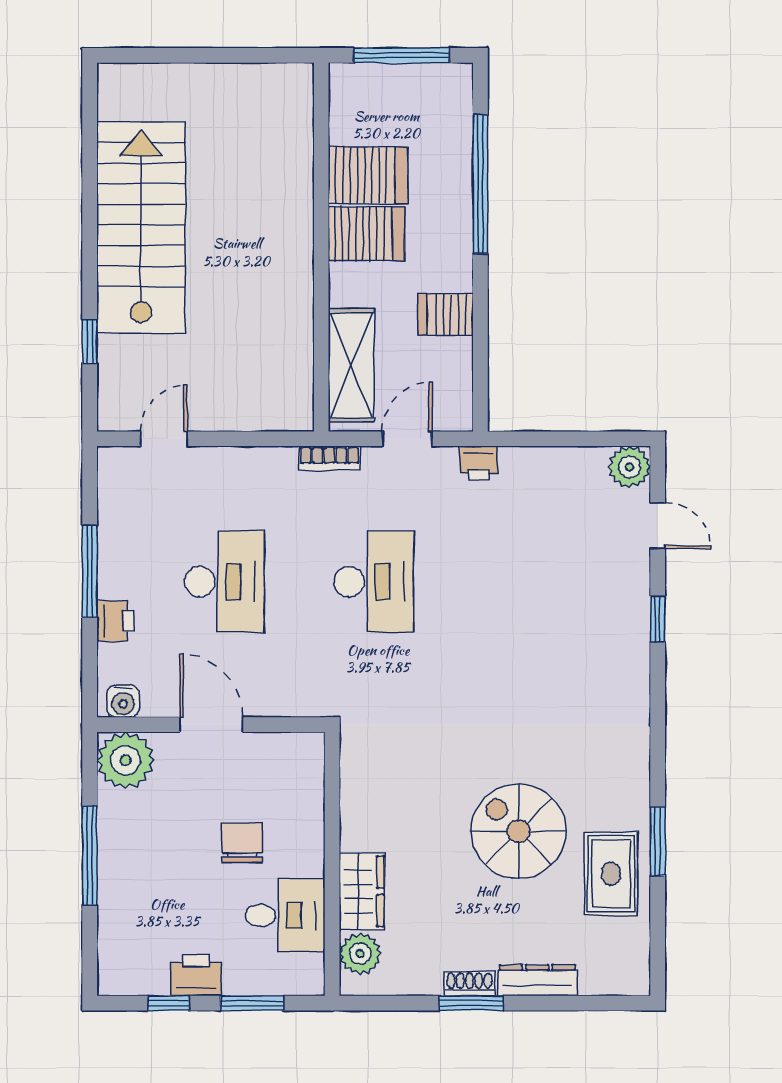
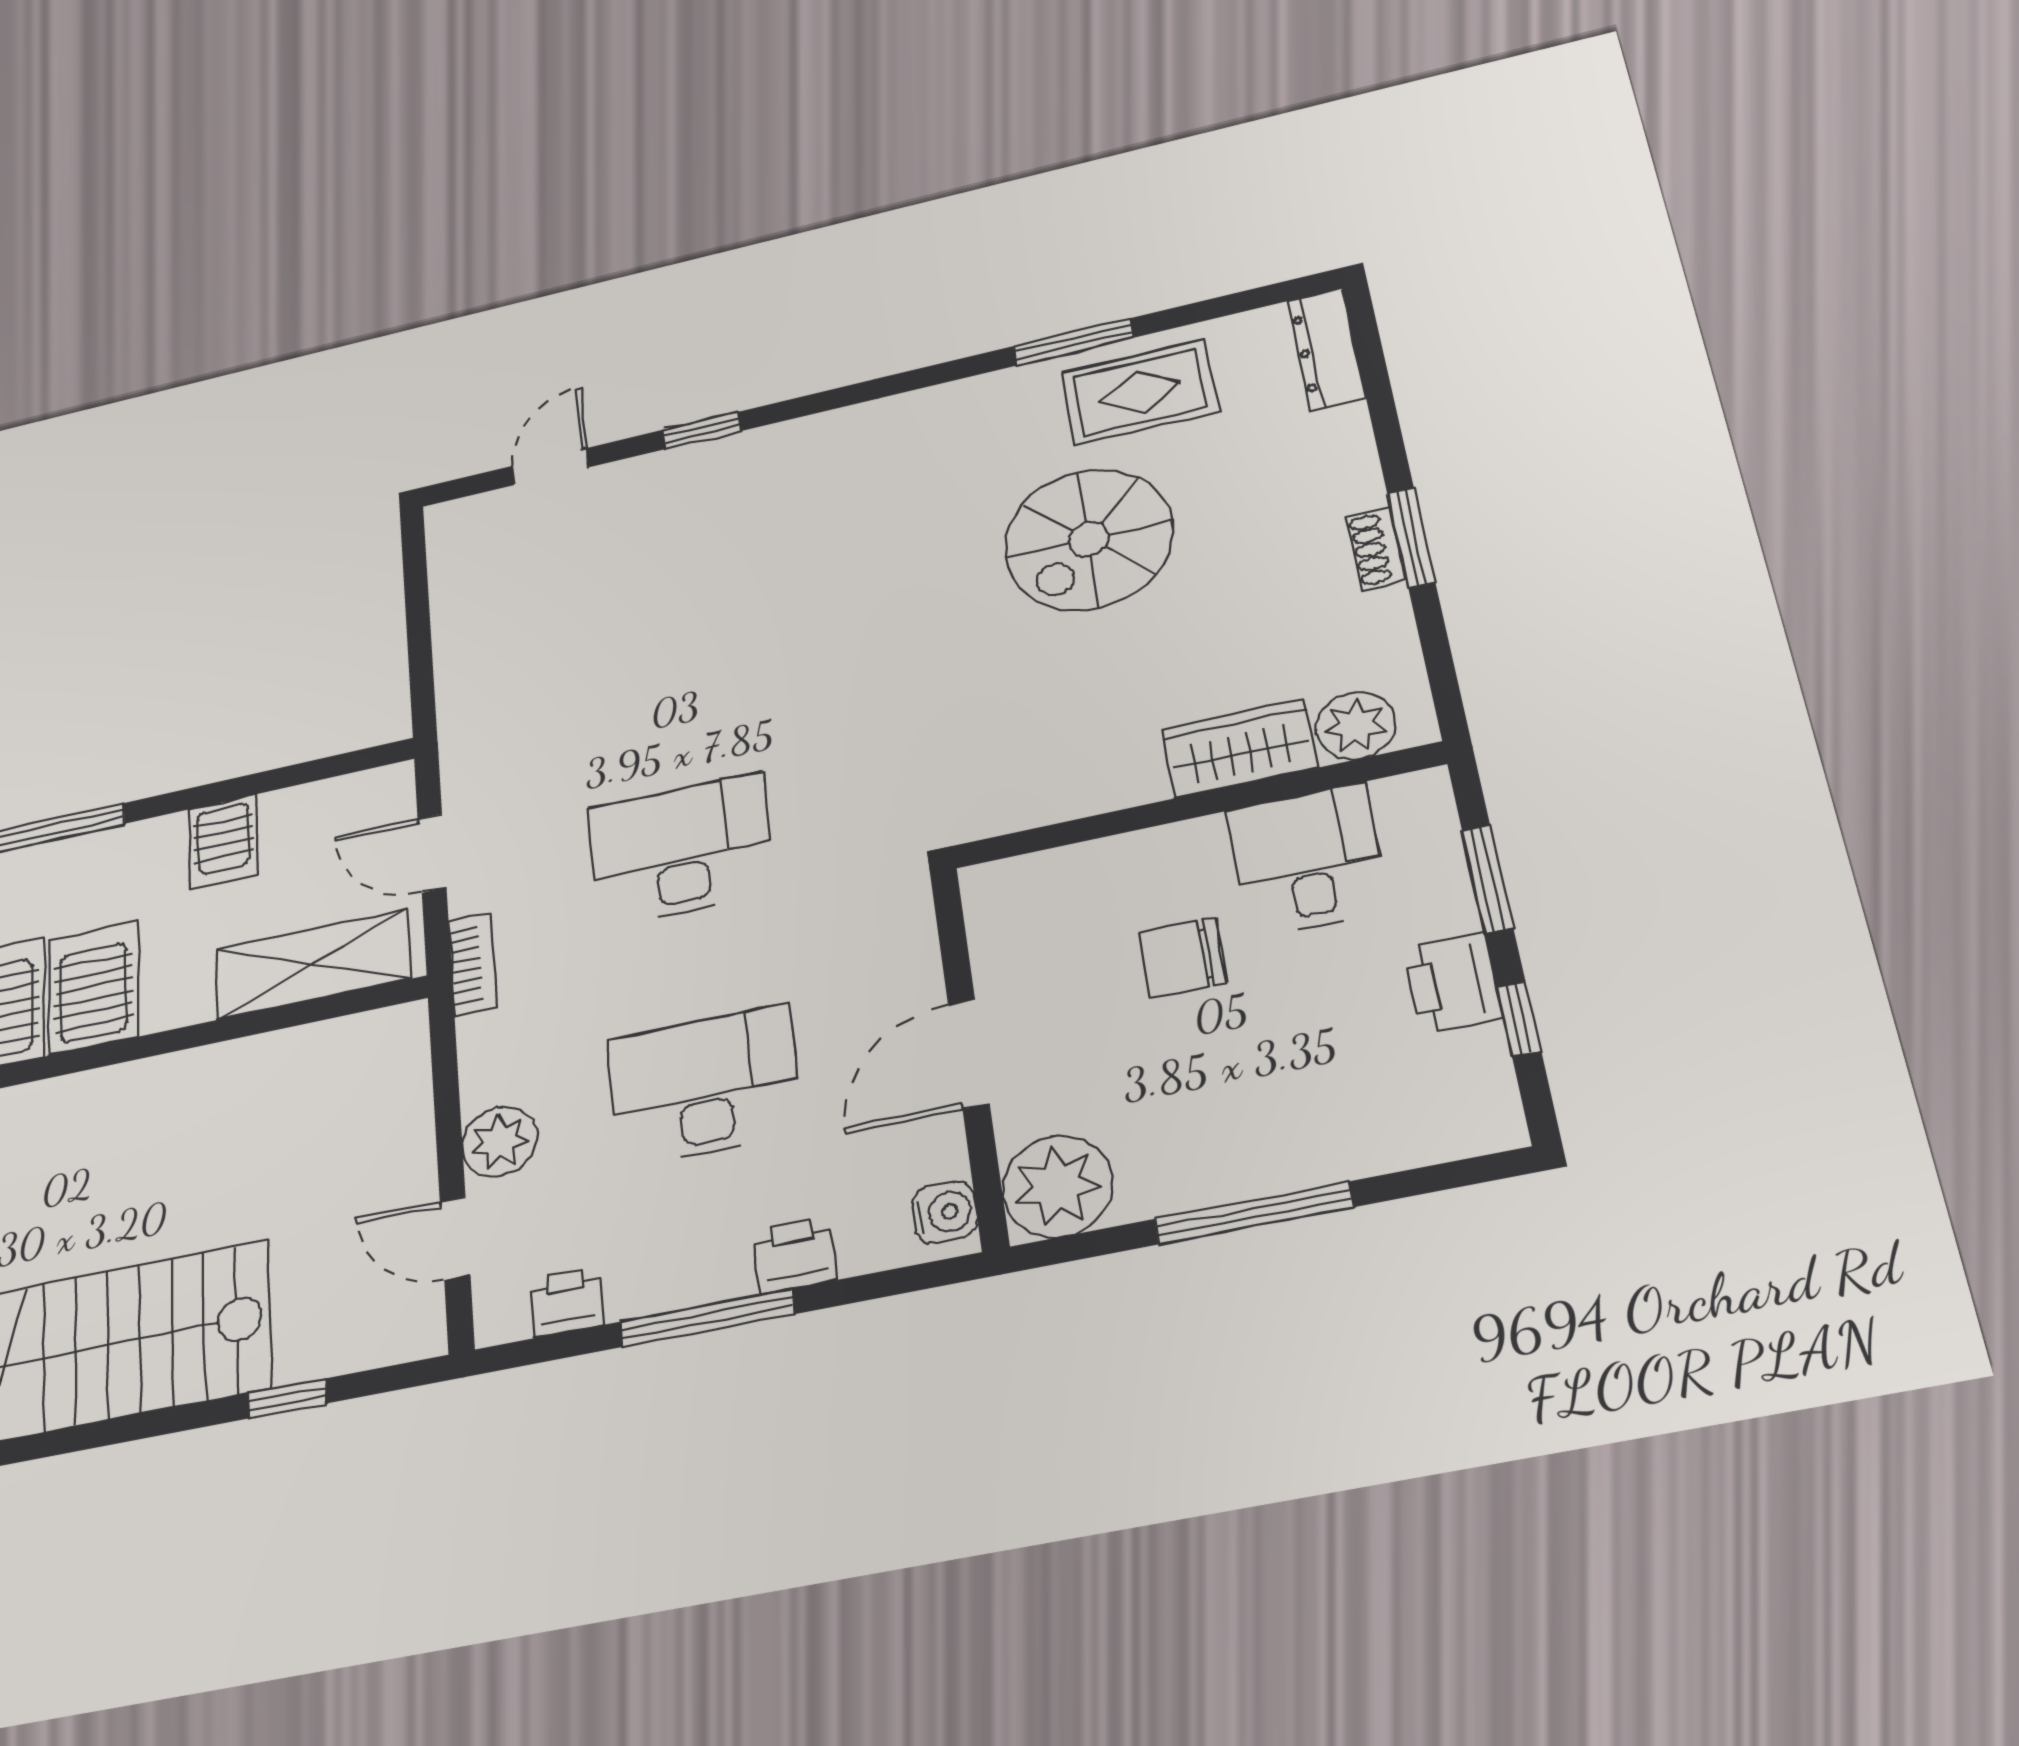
printer: (479, 463) -> (567, 1302), moved, turned -90
plant: (629, 467) -> (500, 1141), moved
dresser: (537, 980) -> (1326, 349), moved

